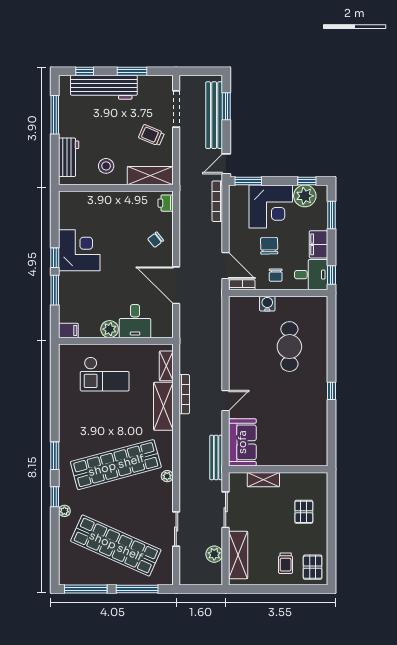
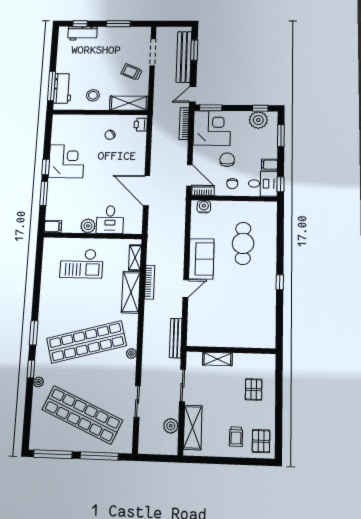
workbench: (104, 87) -> (82, 33), width x0.53, depth x0.76
window: (55, 115) -> (52, 86), moved
corner desk: (271, 206) -> (212, 128), moved, turned -90
chair: (156, 240) -> (110, 135), moved
filing cabinet: (318, 244) -> (269, 165), width x0.50
water cooler: (267, 304) -> (204, 207), moved
sofa: (242, 442) -> (201, 259), moved

